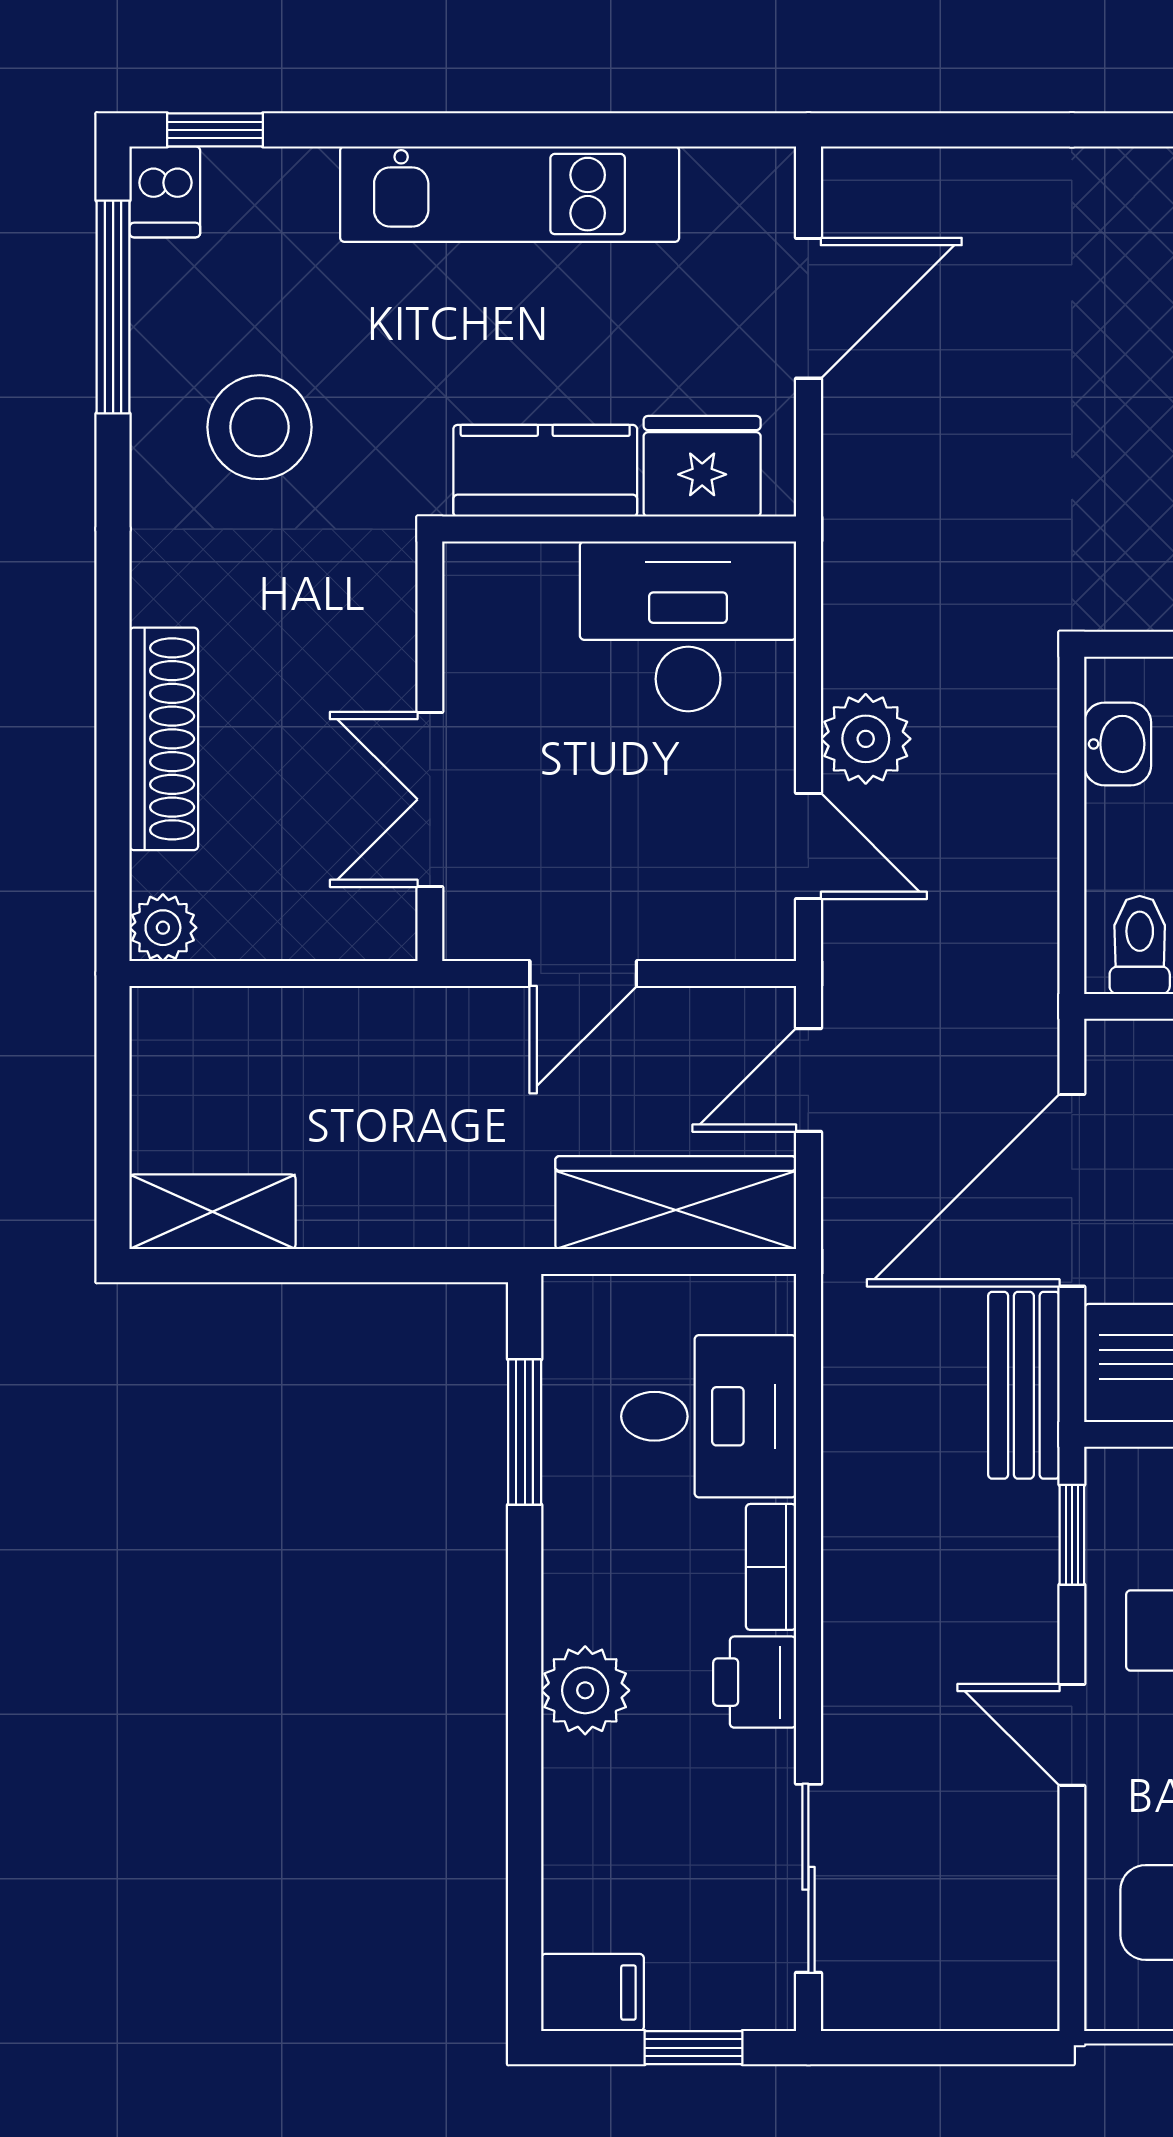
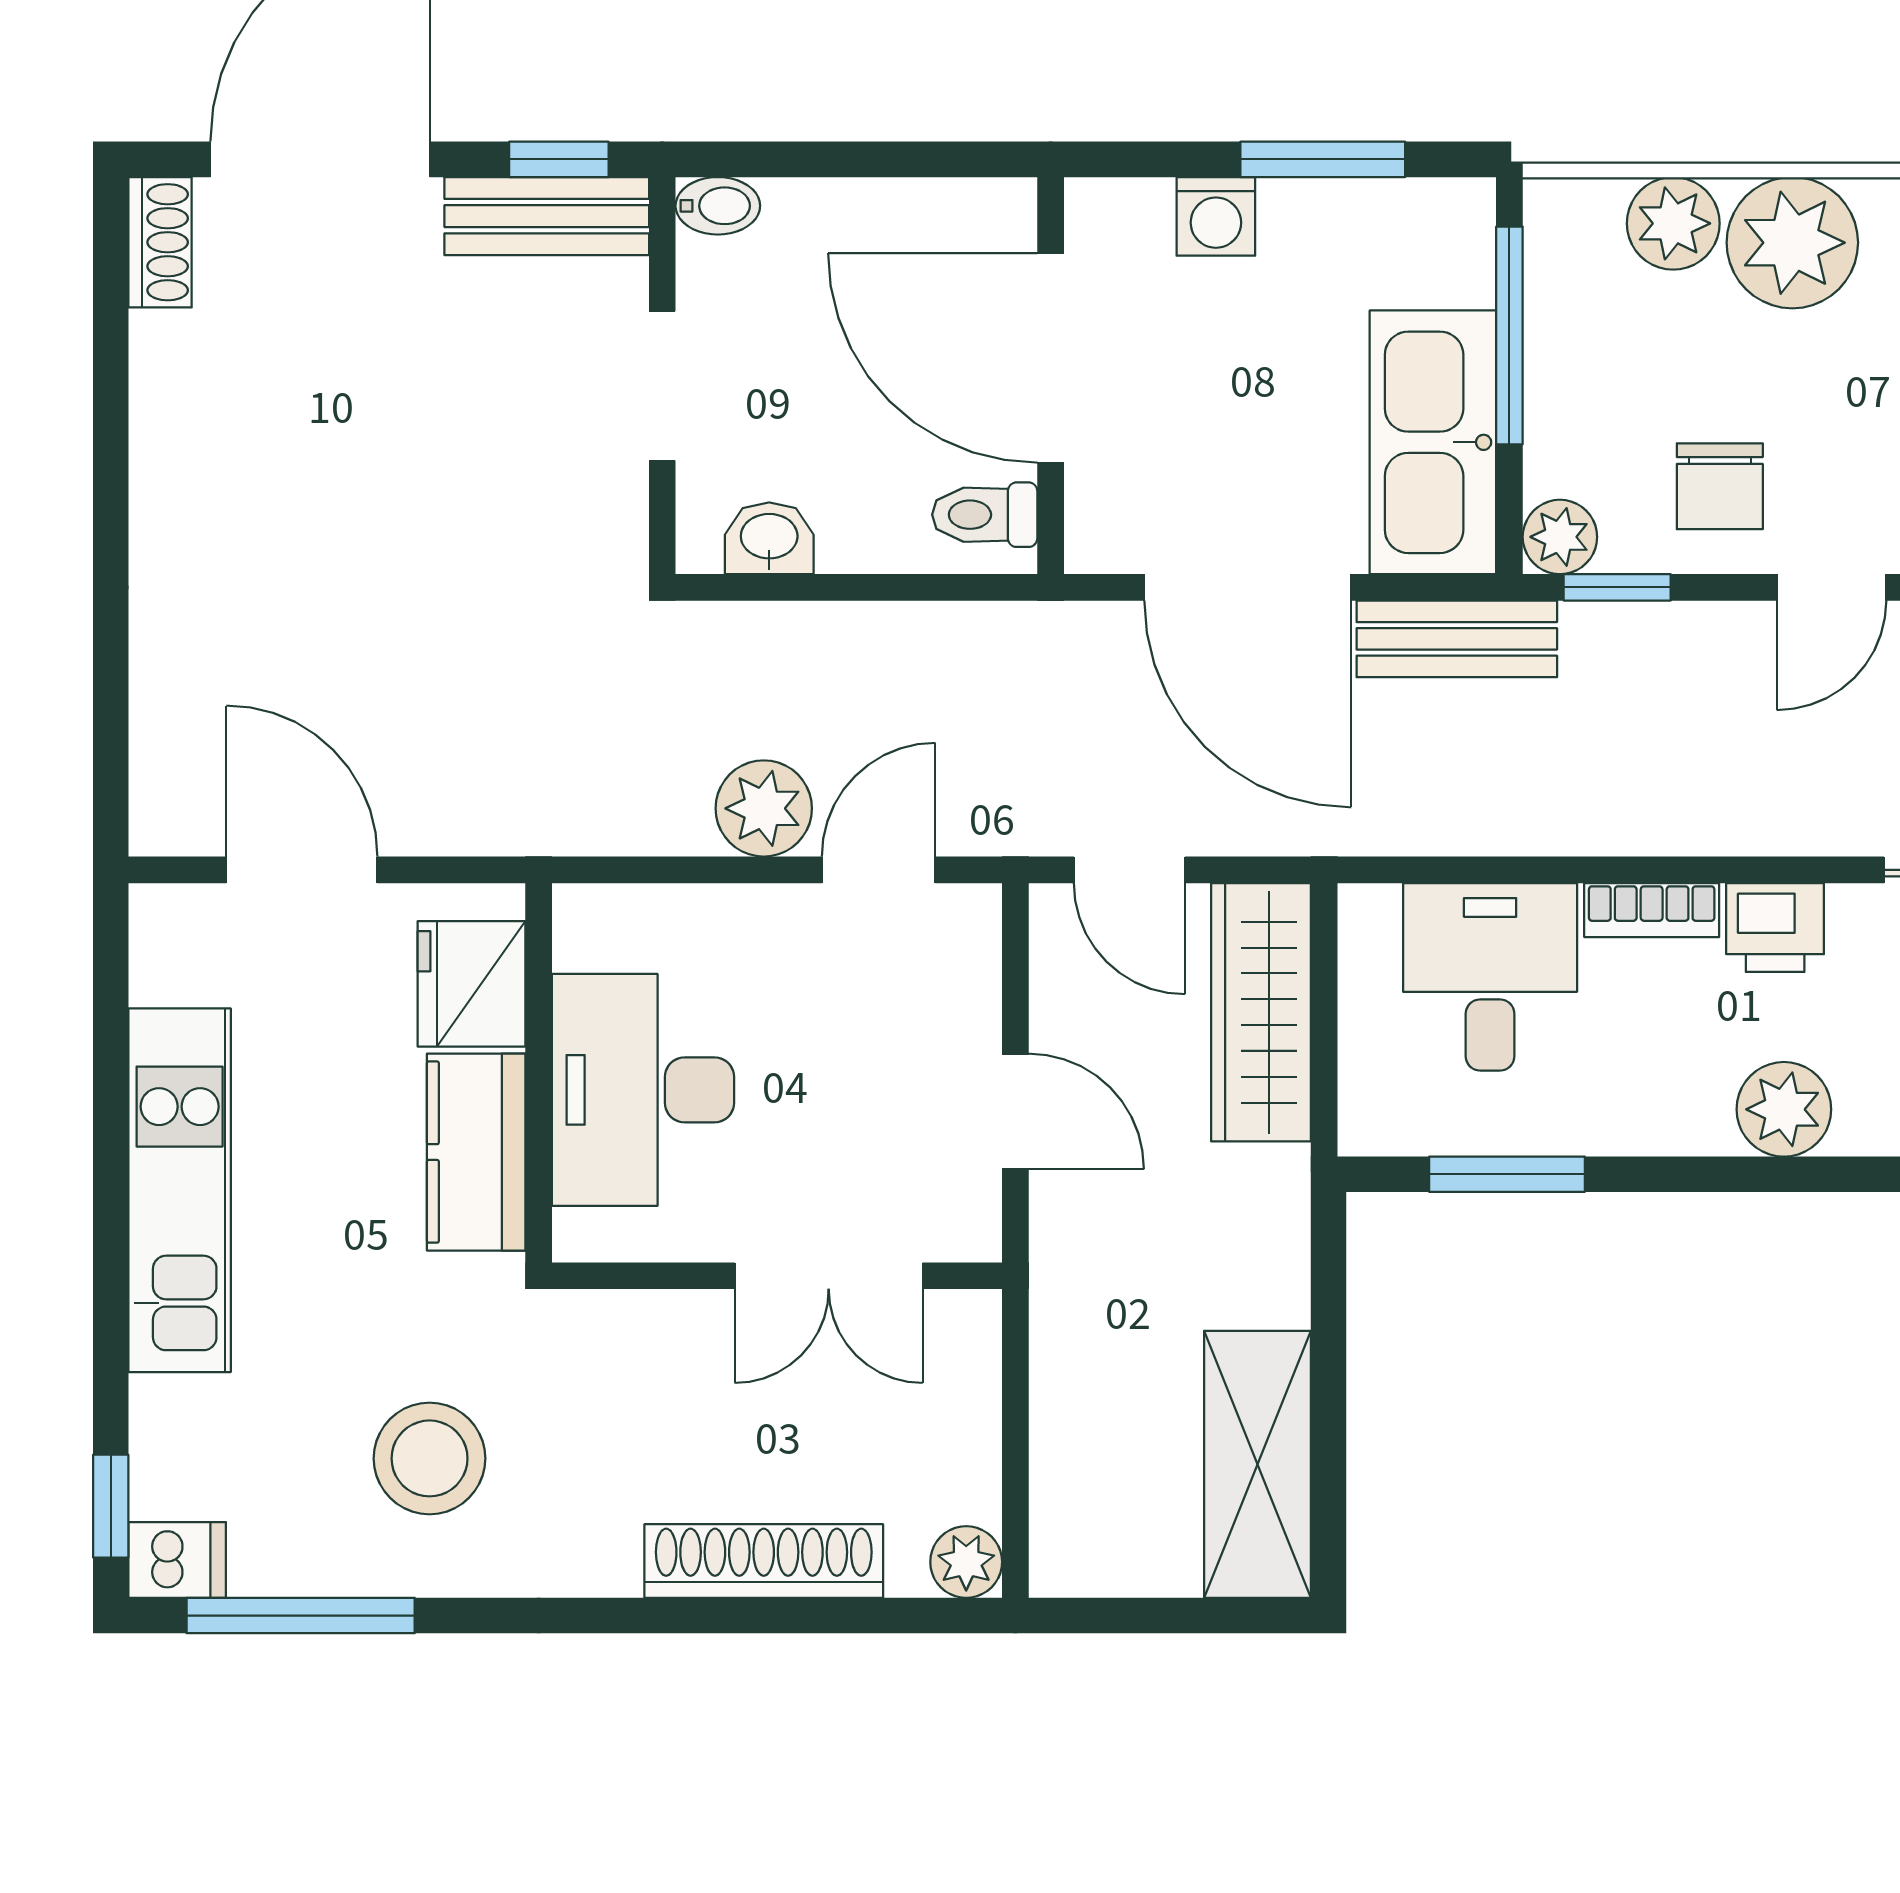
desk: (688, 626) -> (643, 1090), moved
shelving: (212, 1212) -> (1257, 1464), width x1.50, depth x1.33
plant: (1119, 1481) -> (1560, 537), added

